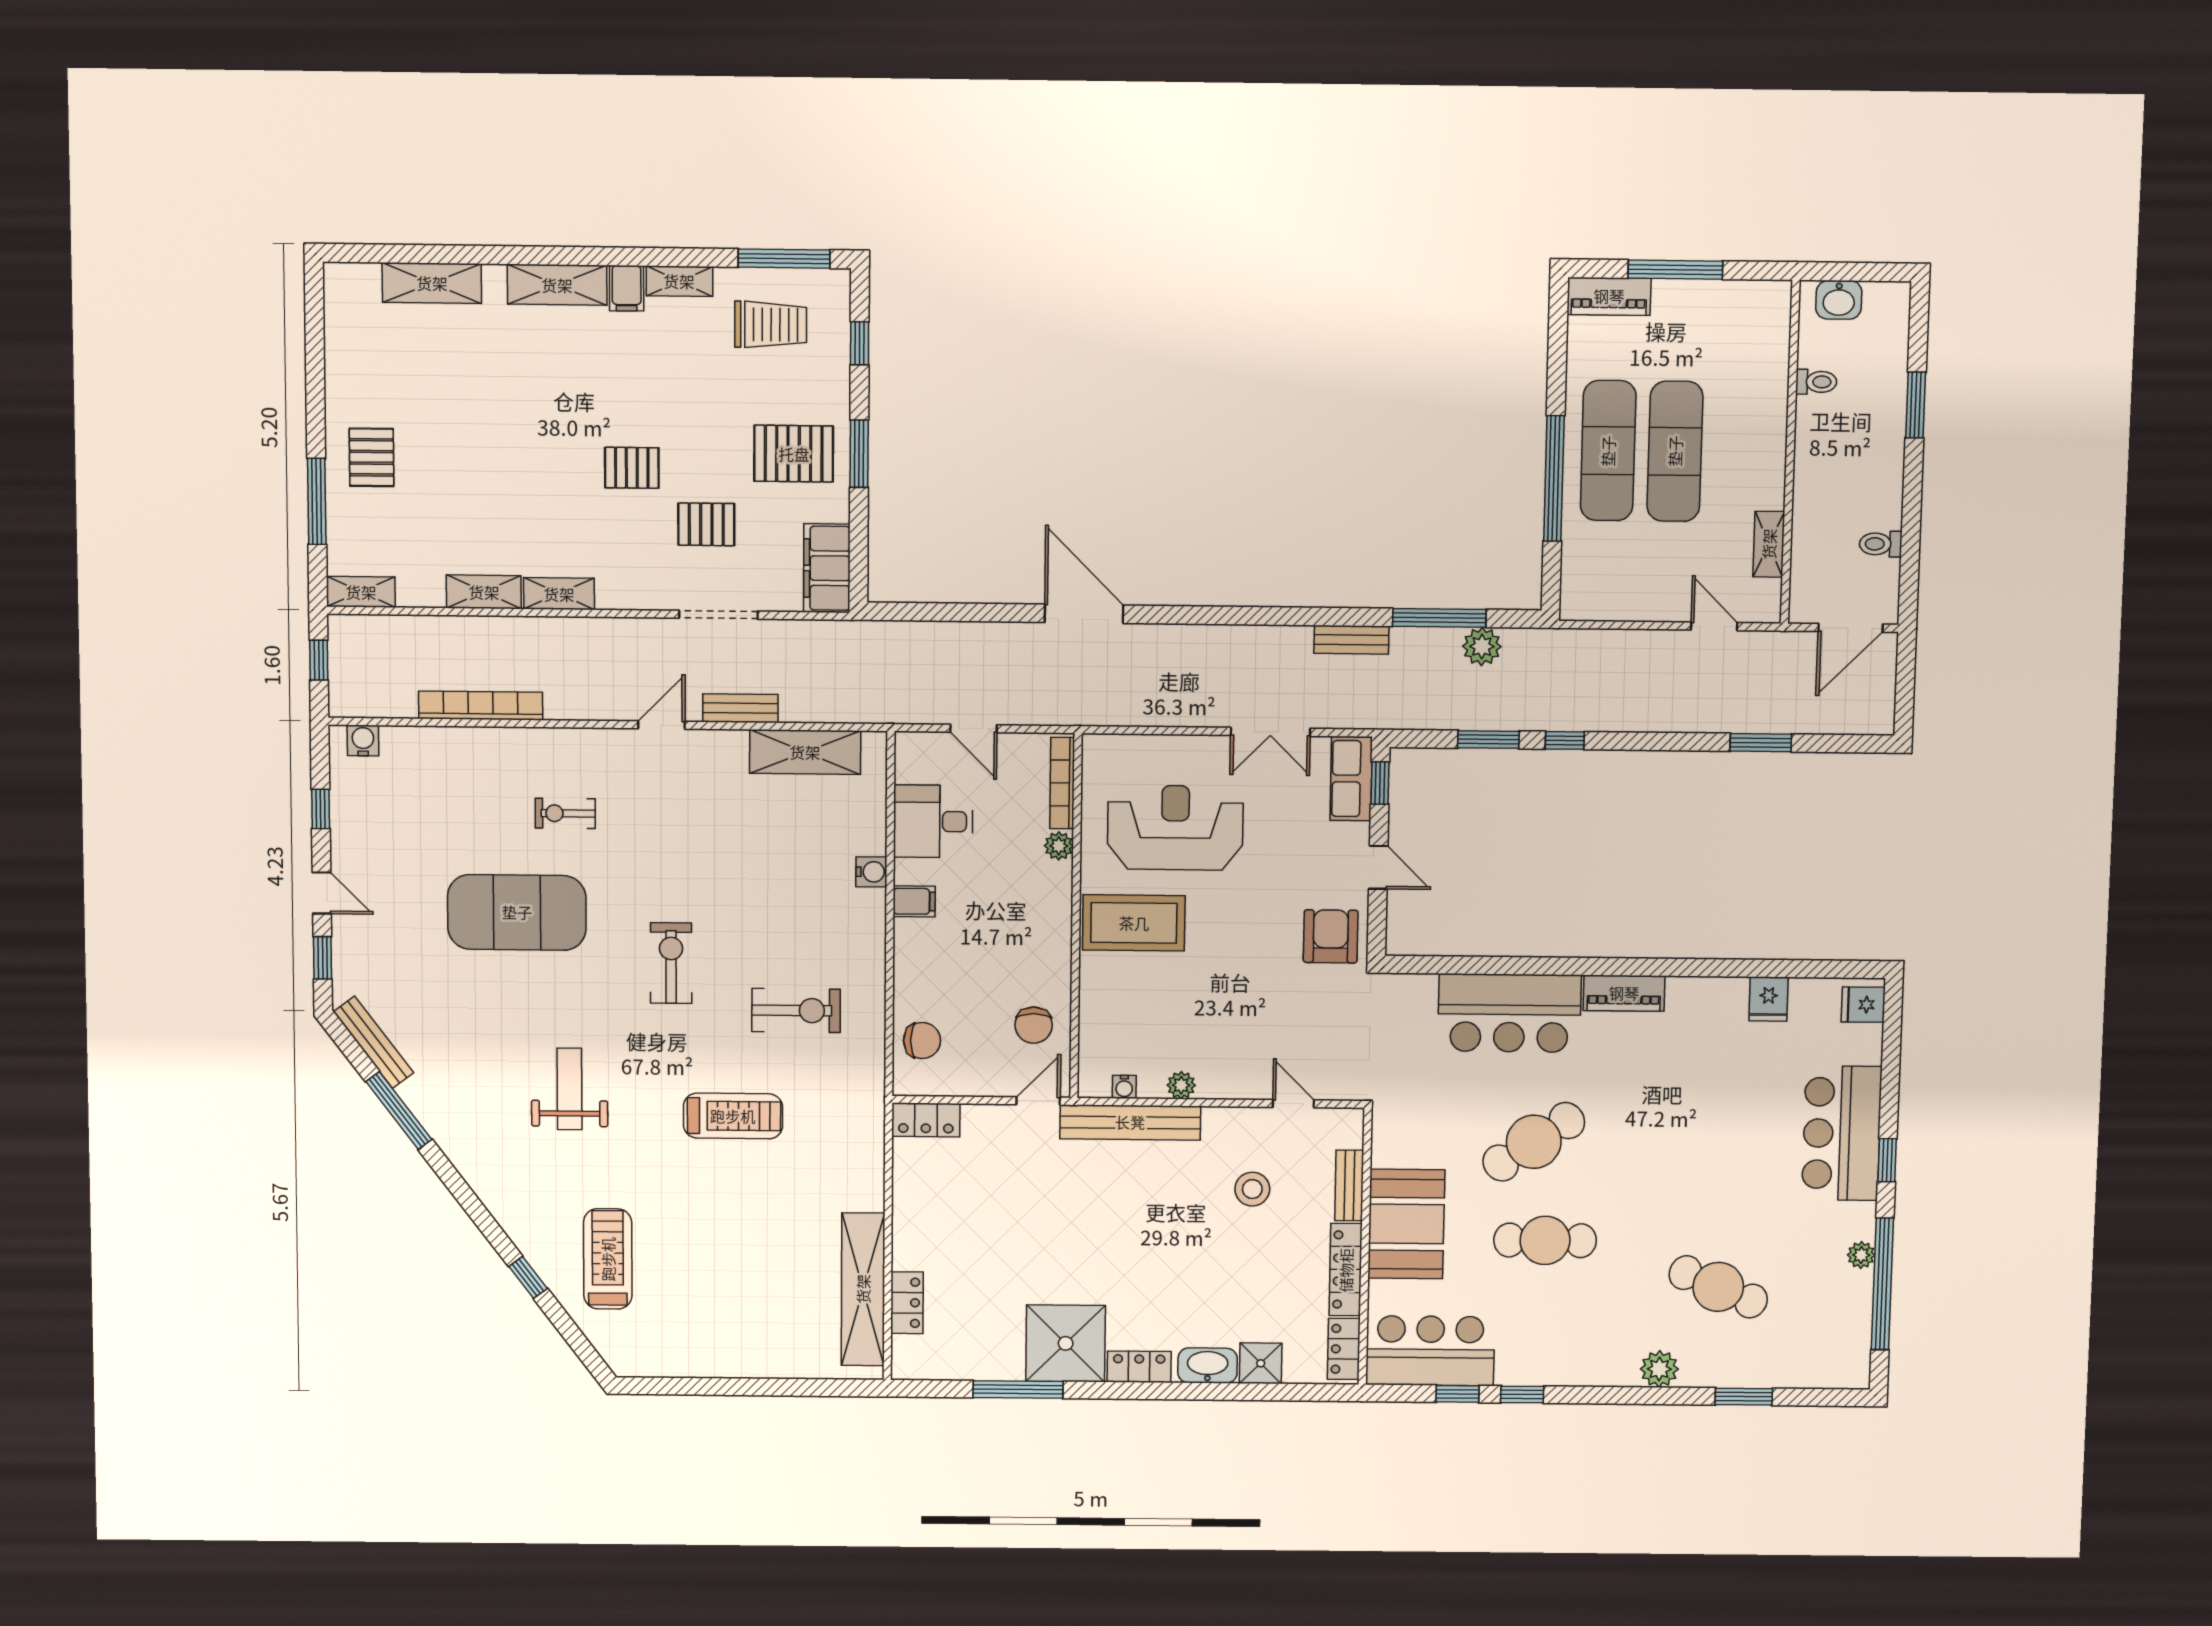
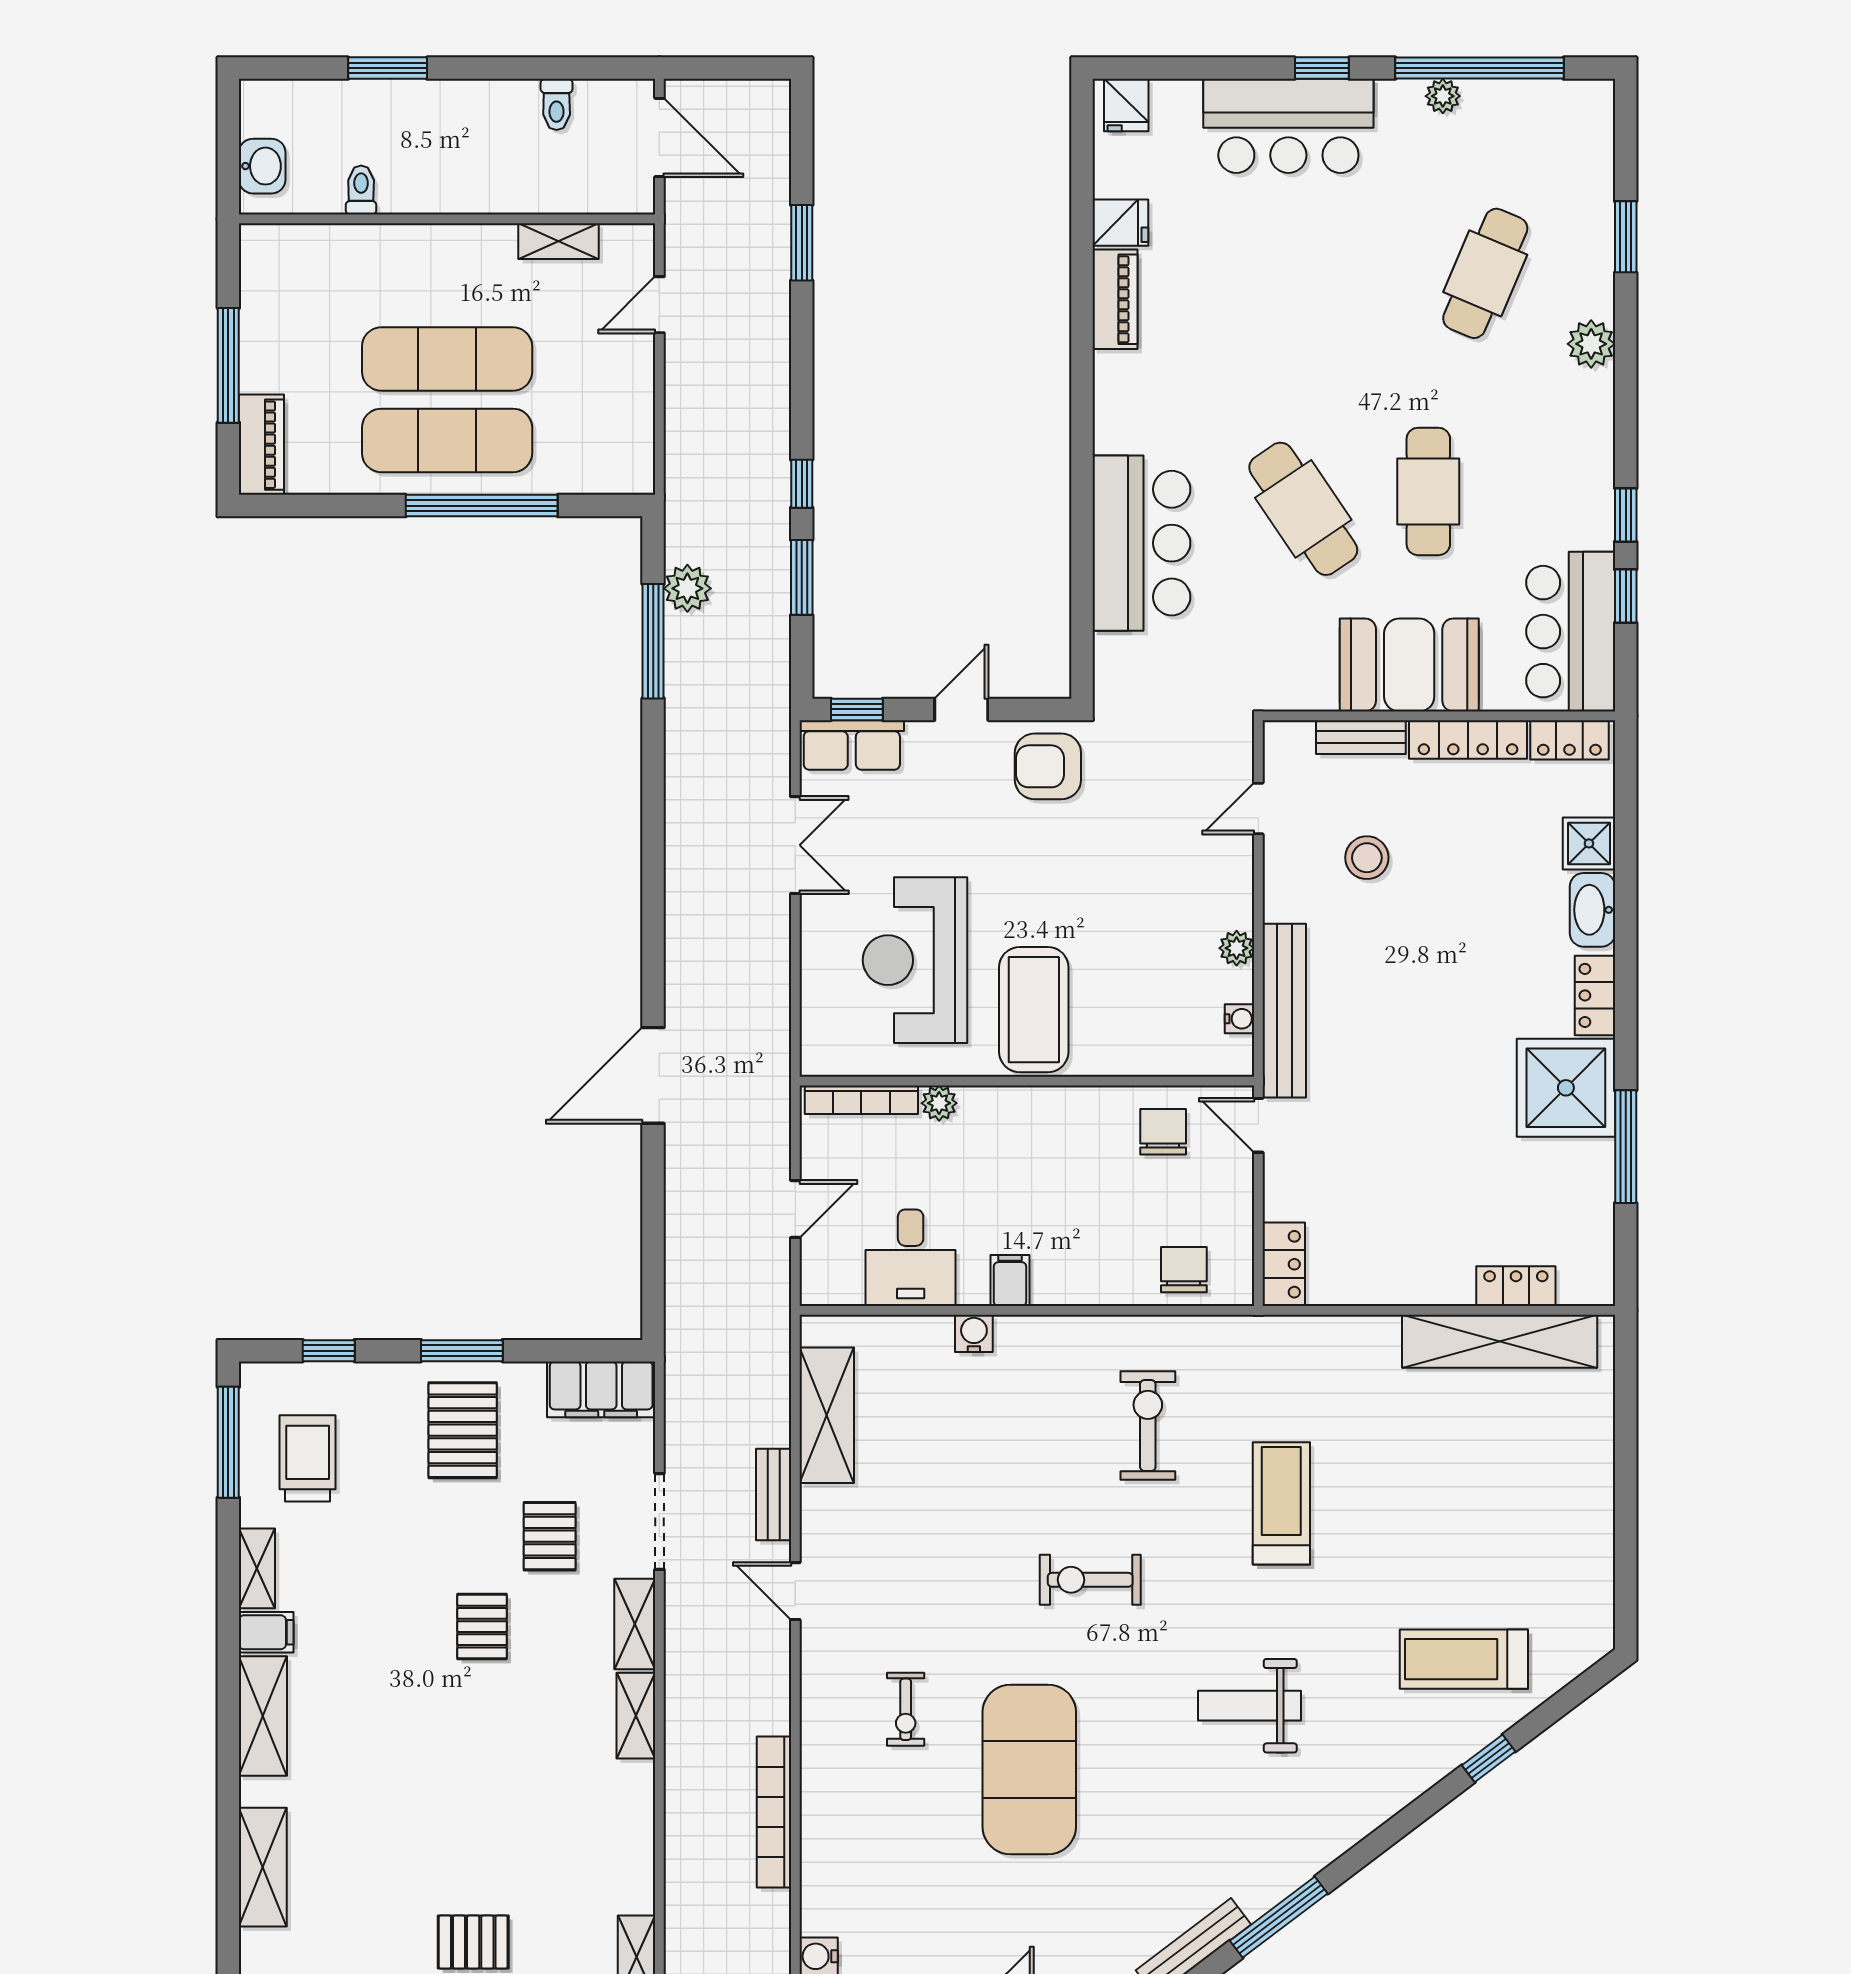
shelving: (484, 592) -> (635, 1624), moved
bench: (1351, 640) -> (681, 748), removed
piano: (1624, 993) -> (1115, 299), moved
chair: (1034, 1025) -> (1163, 1132), turned -90

